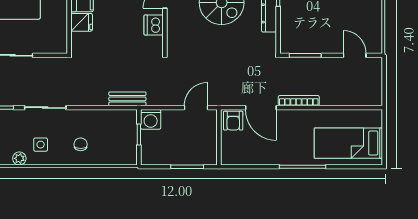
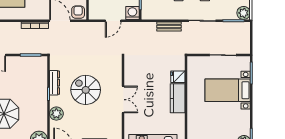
dishwasher: (154, 25) -> (130, 75), removed
bench: (127, 99) -> (169, 26), moved
door: (196, 108) -> (113, 21), moved

